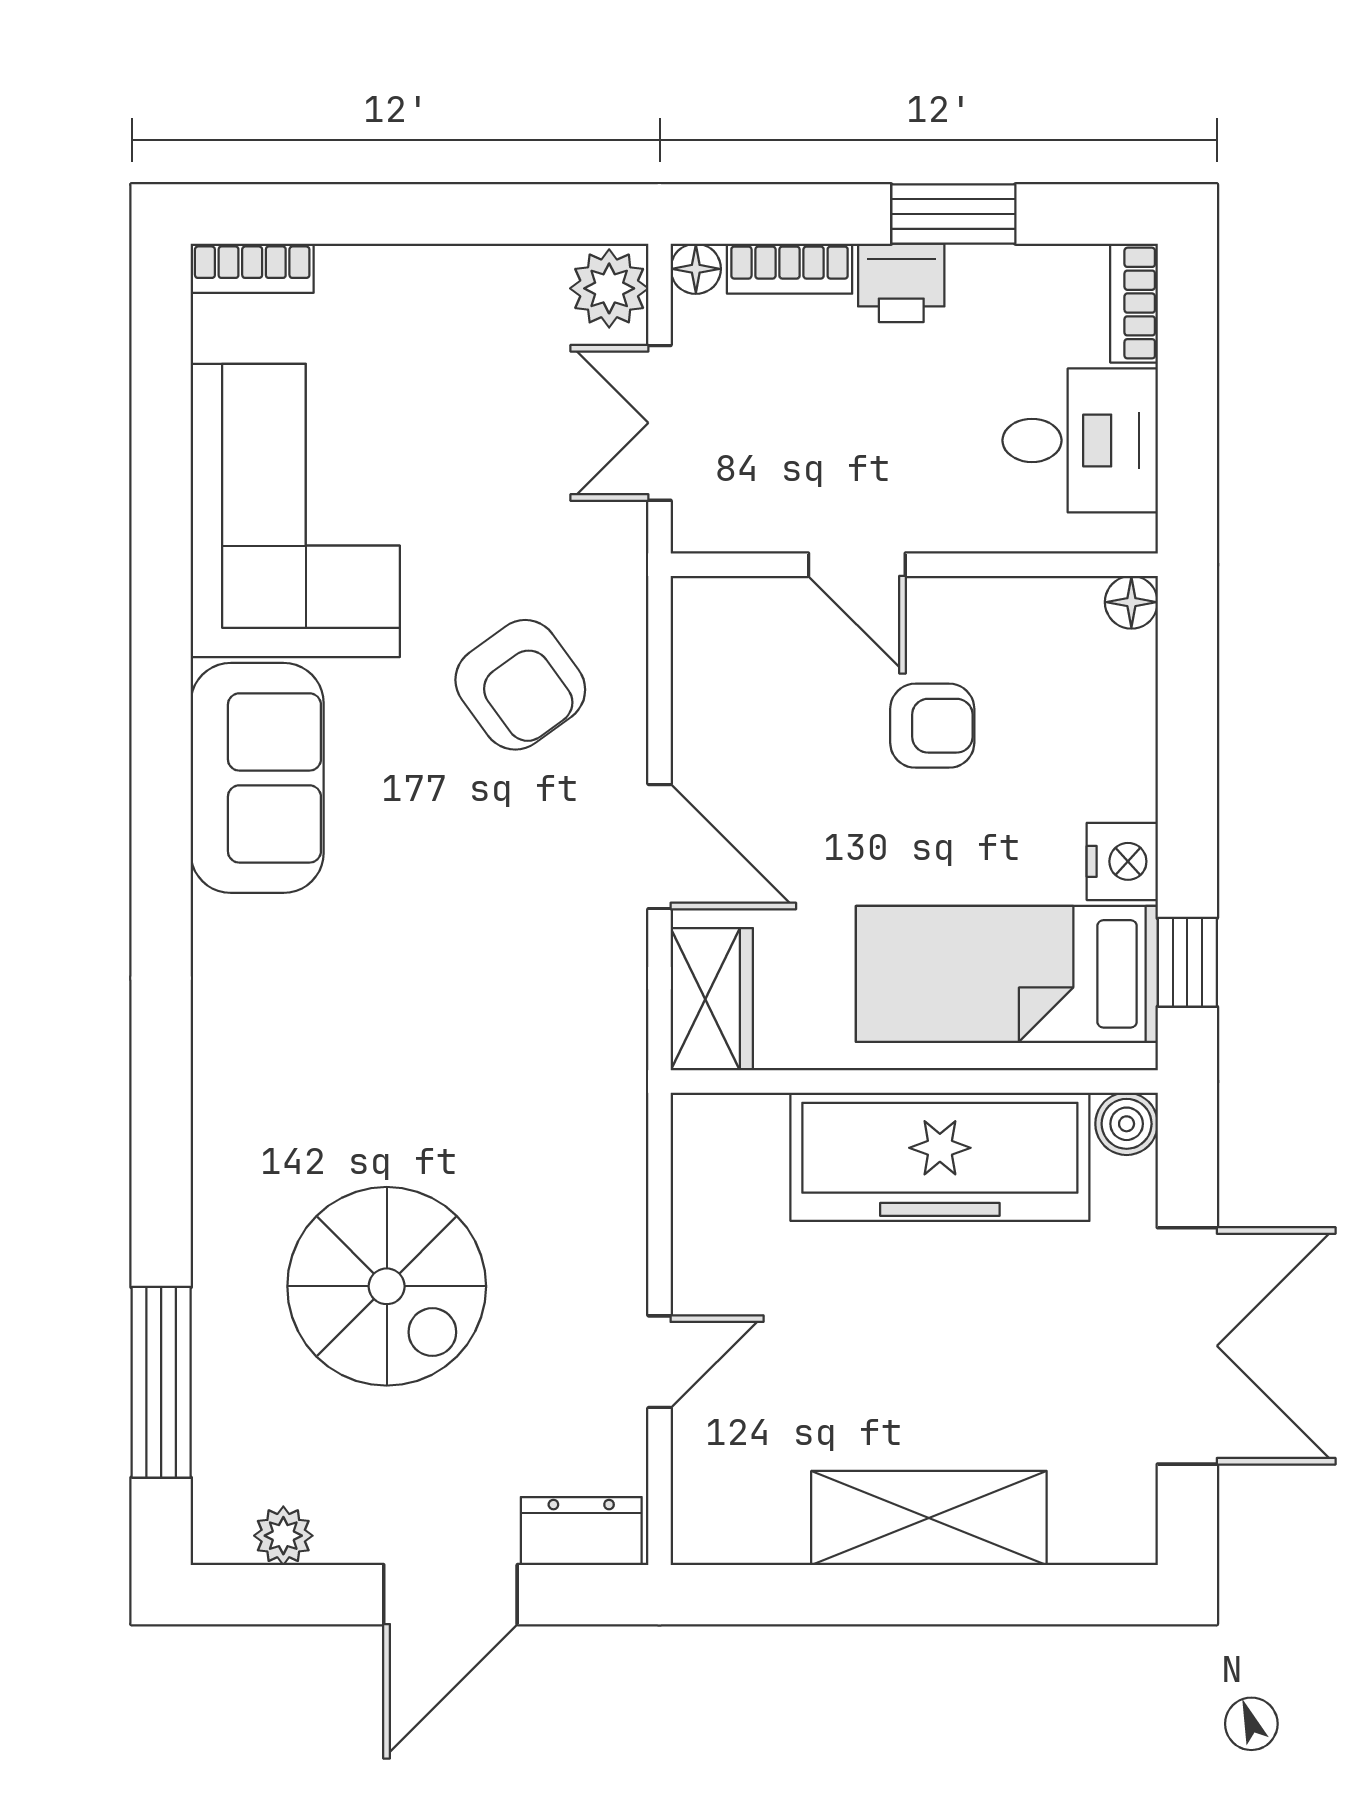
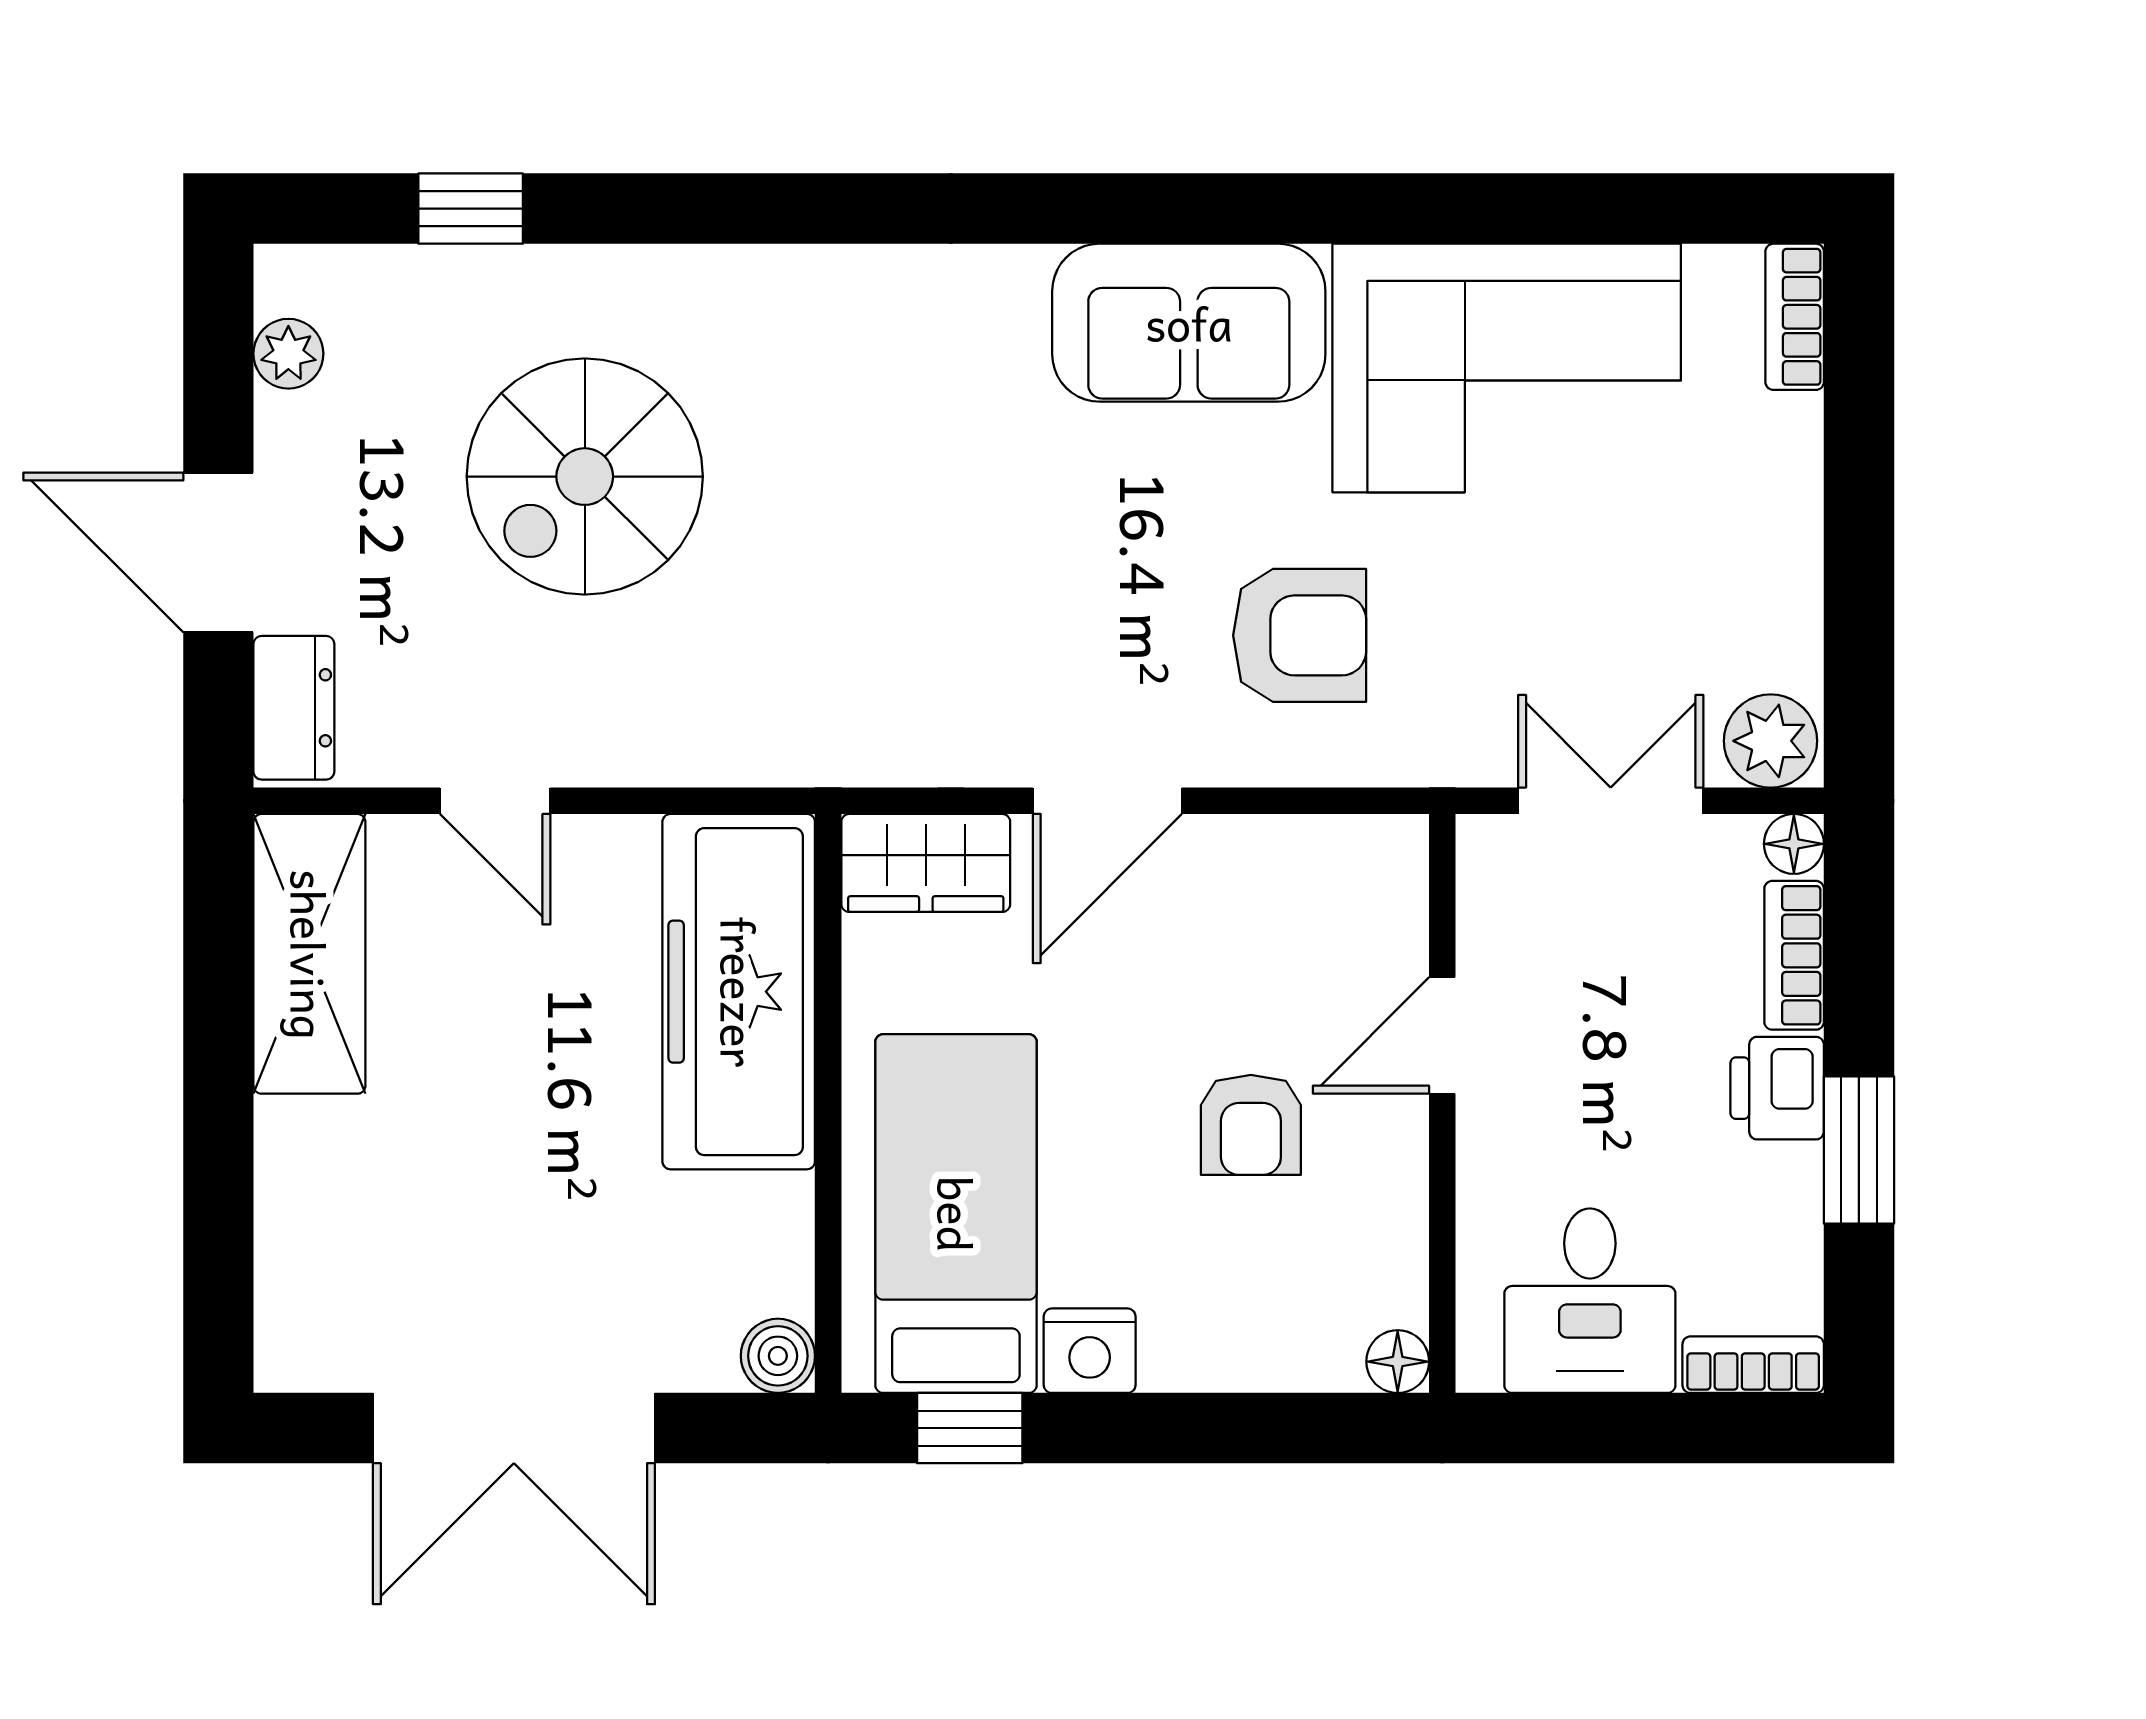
armchair: (520, 685) -> (1300, 635), turned -144
freezer: (940, 1157) -> (739, 992), moved
window: (161, 1382) -> (471, 209), width x0.46
shelving: (929, 1518) -> (309, 954), moved

